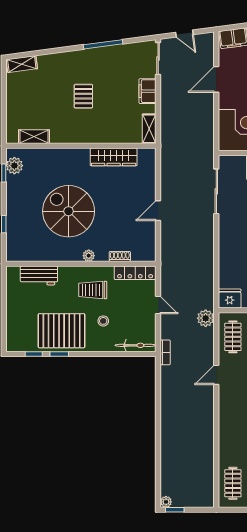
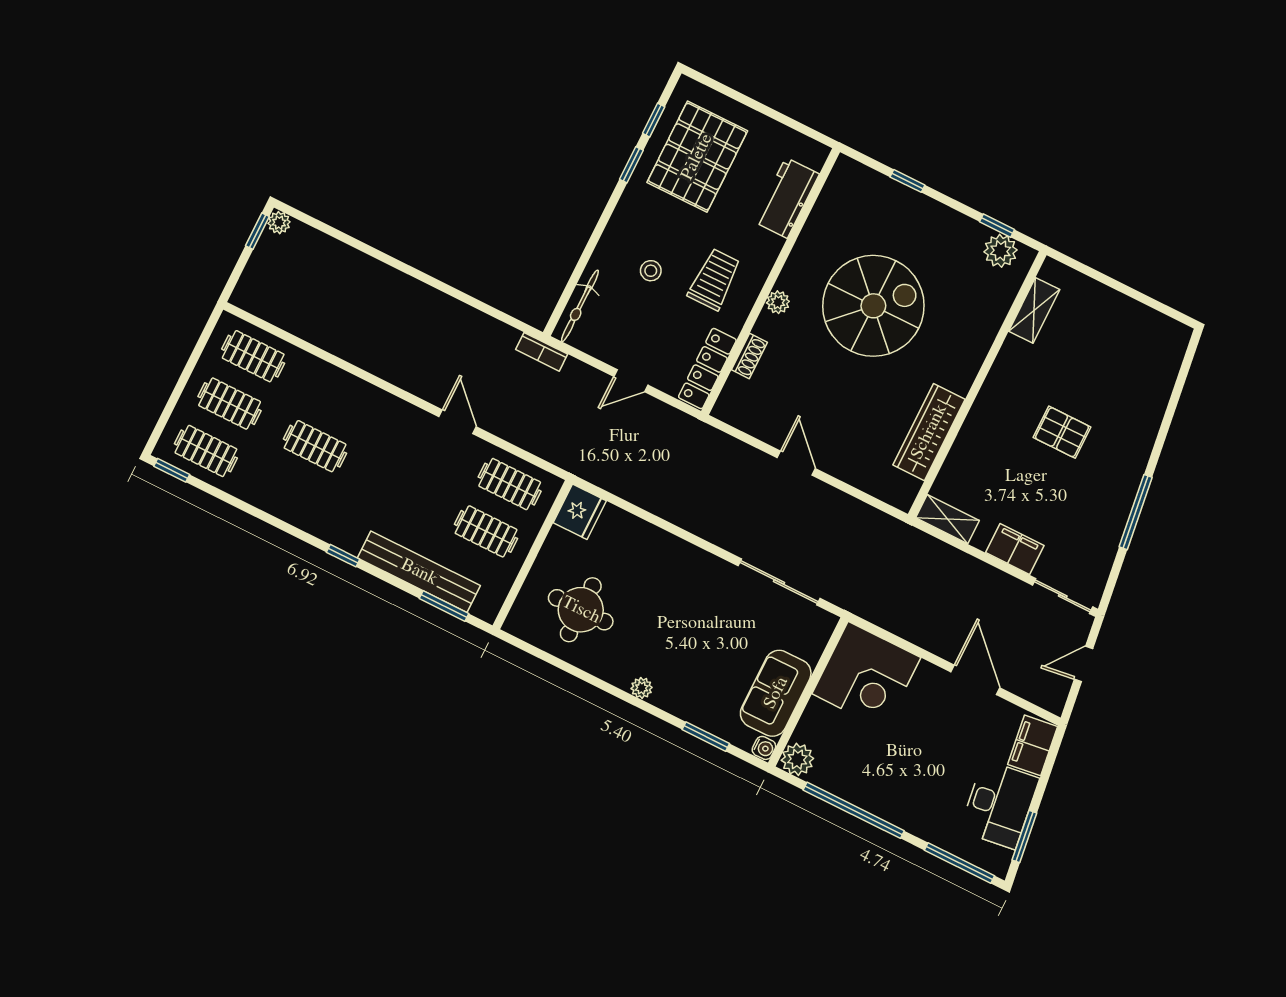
shelving: (22, 64) -> (1172, 352), removed
plant: (206, 318) -> (566, 452), removed
pallet: (62, 331) -> (697, 157), moved

